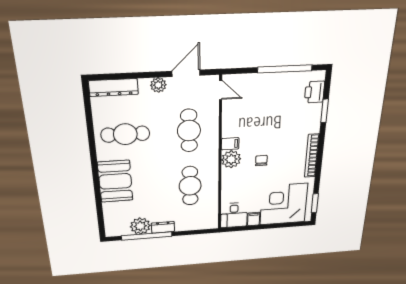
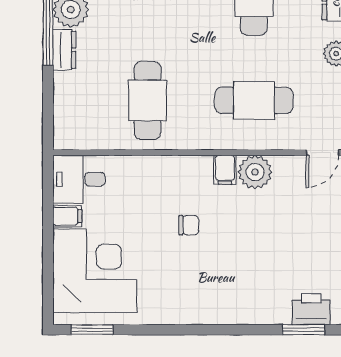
window: (325, 111) -> (303, 330), moved
bookcase: (312, 156) -> (192, 315), removed
plant: (231, 159) -> (255, 172), moved
cafe table: (190, 186) -> (148, 100), turned 90

